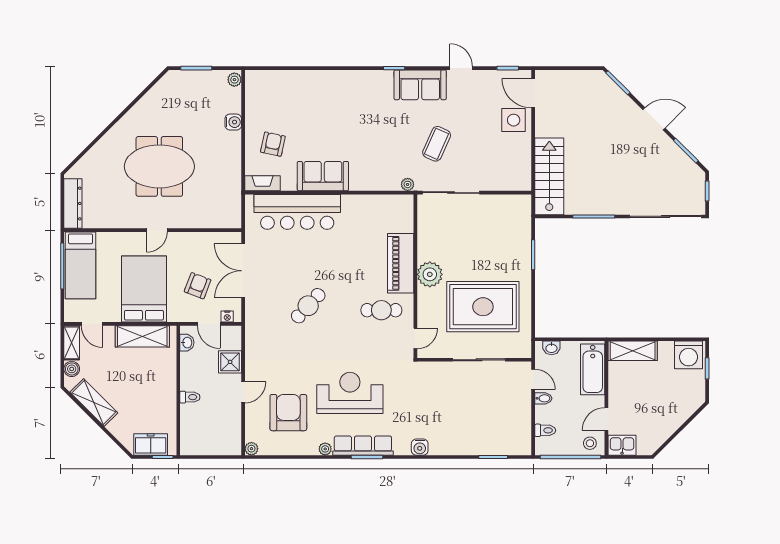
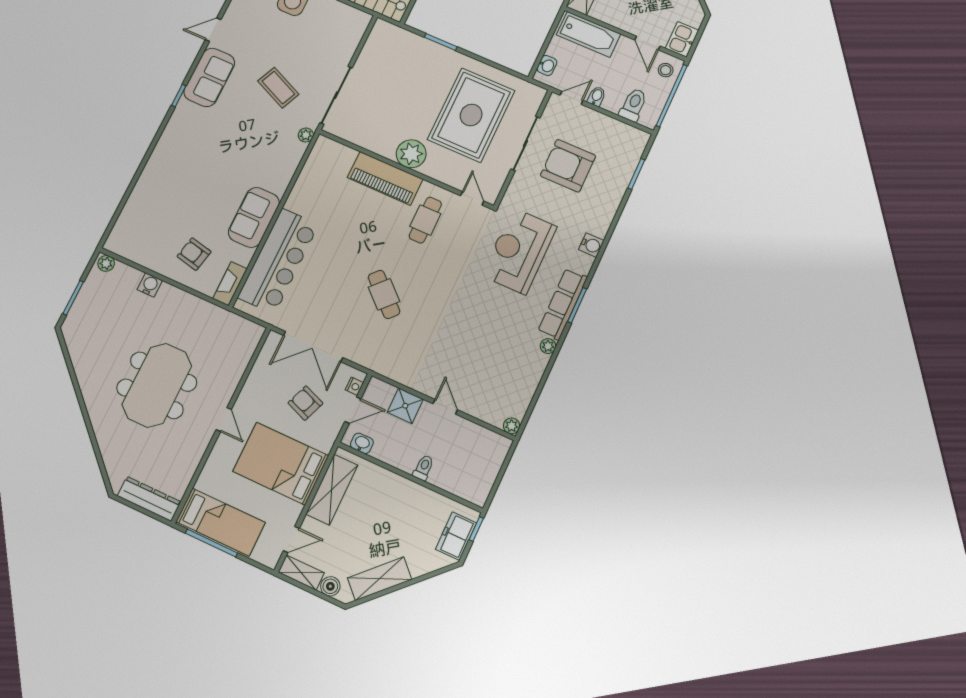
reception desk: (350, 393) -> (519, 251), moved
armchair: (288, 413) -> (568, 166), moved
toilet: (545, 430) -> (633, 105), width x1.37, depth x1.39

